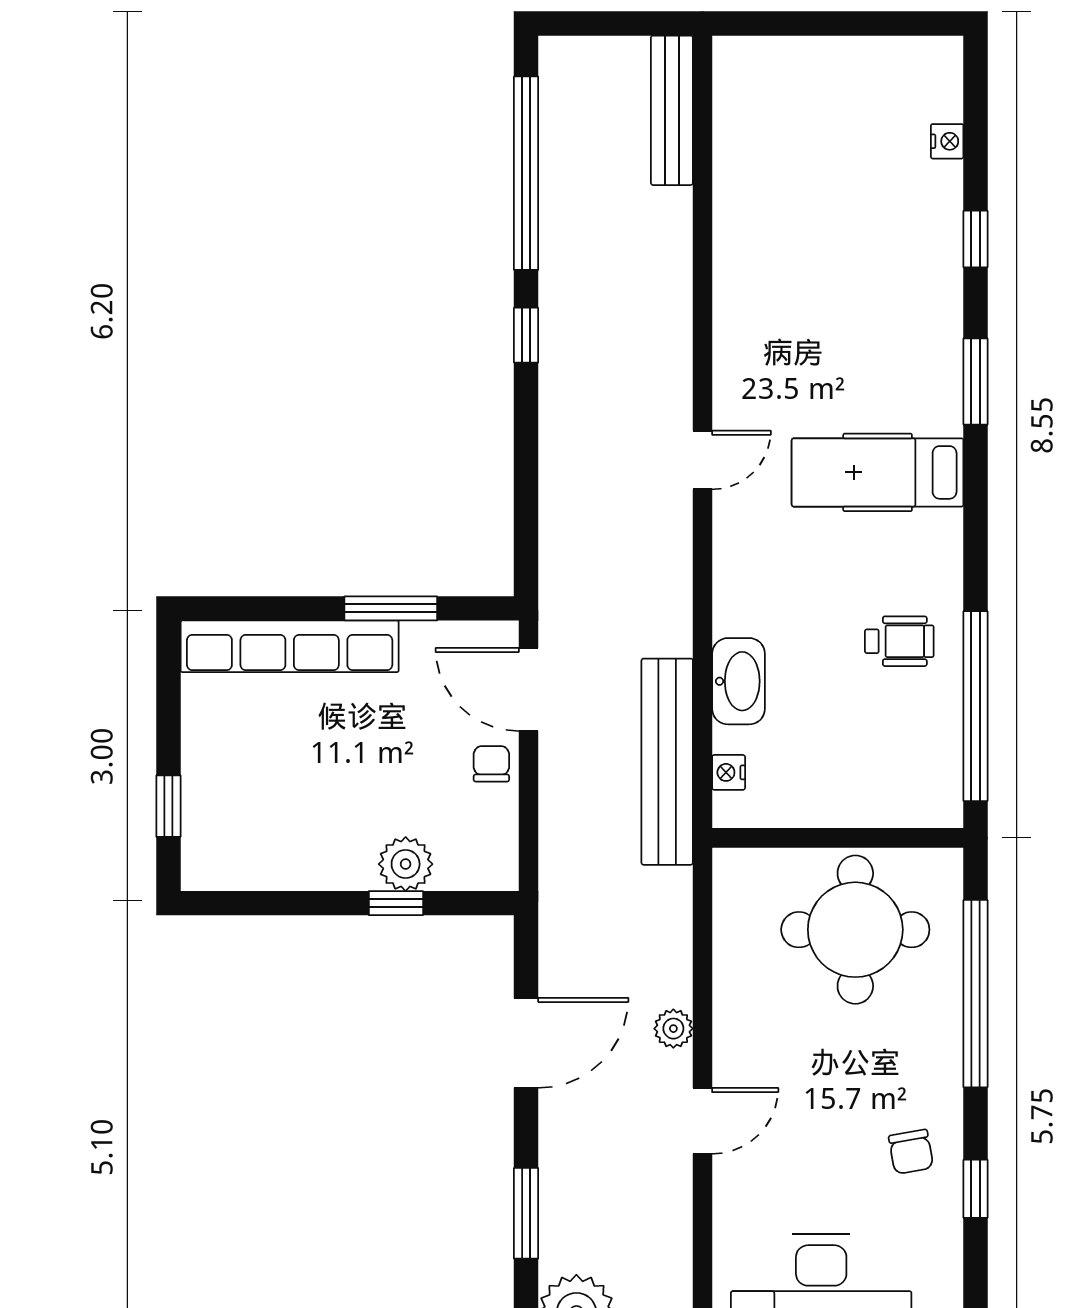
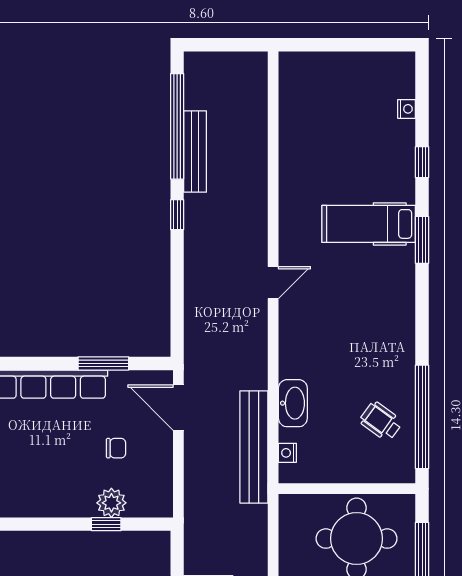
bench: (672, 110) -> (195, 152), moved
hospital bed: (878, 472) -> (369, 224), moved
wheelchair: (899, 641) -> (381, 421), moved, turned -144
chair: (491, 764) -> (116, 448), moved, turned 90

